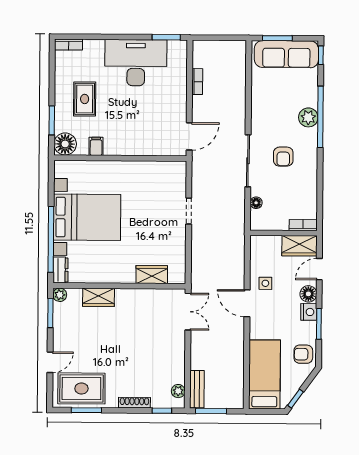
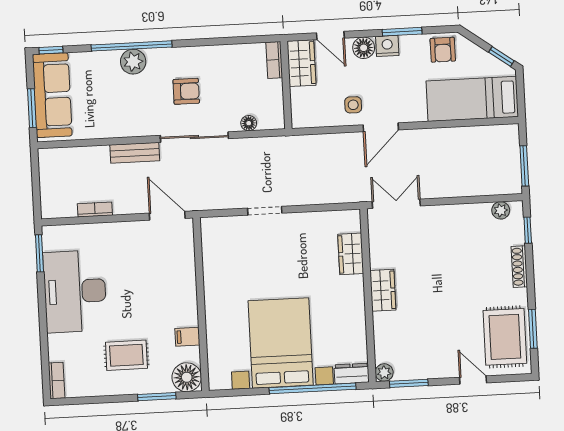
wardrobe: (98, 297) -> (383, 290), moved
bench: (197, 389) -> (135, 153), moved

